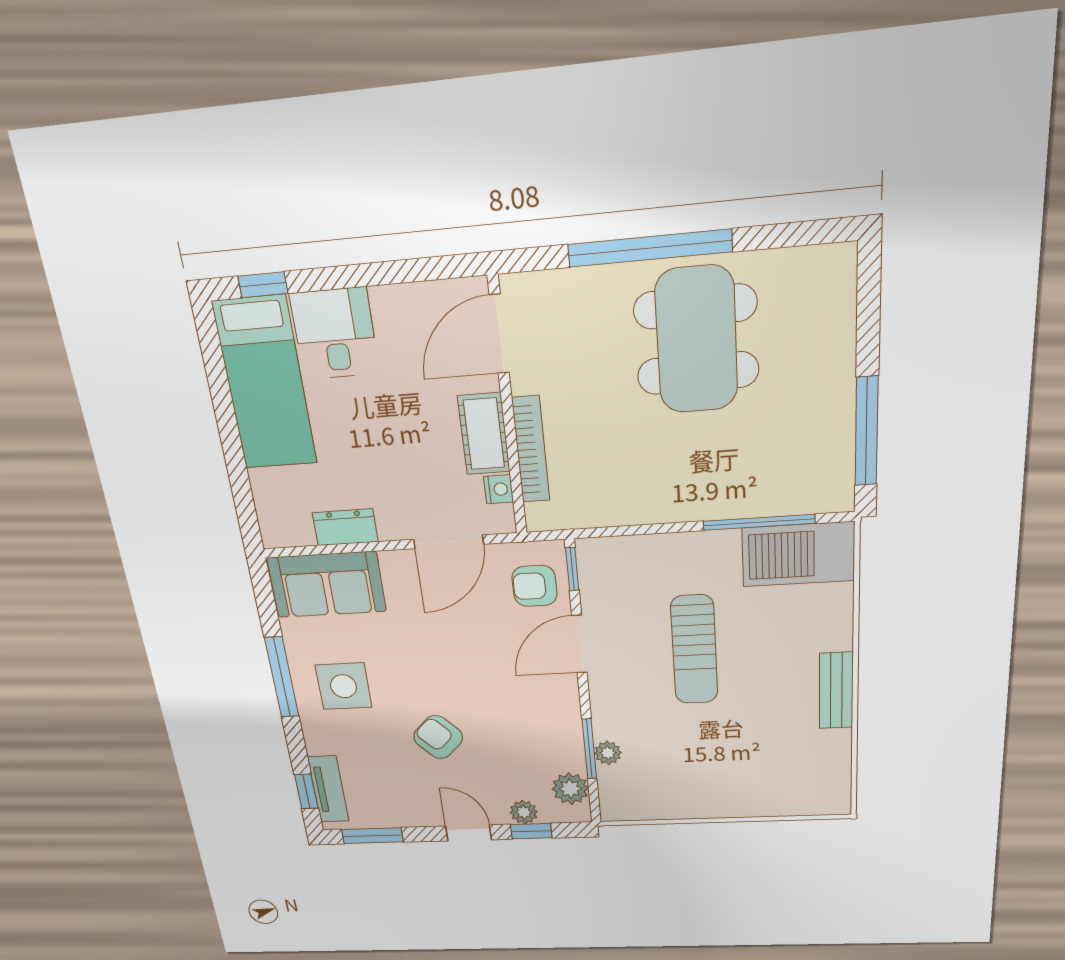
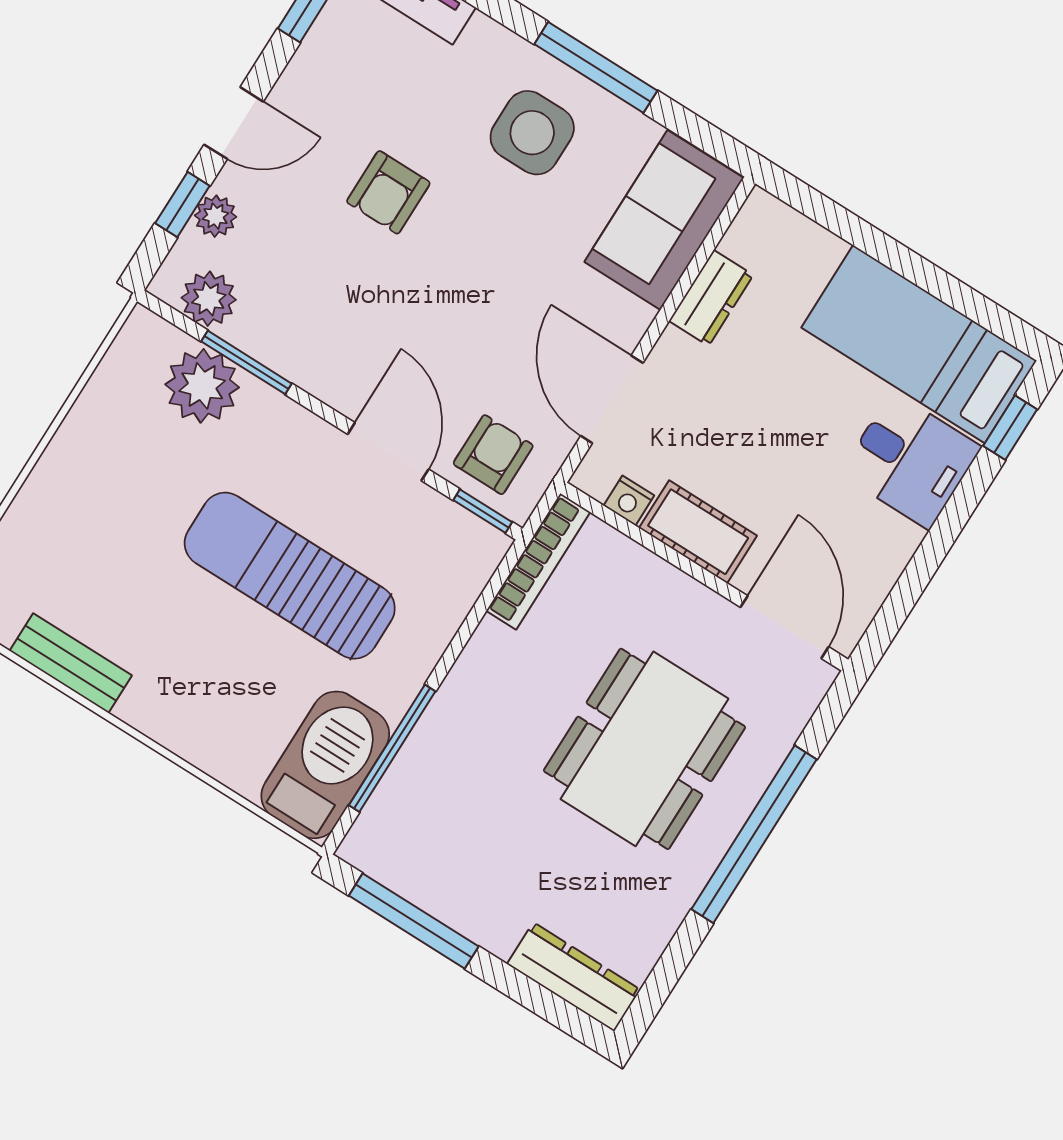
dresser: (836, 298) -> (574, 977), added
dining table: (696, 340) -> (644, 749), moved, turned 90
bookcase: (531, 449) -> (538, 561), moved, turned -90
sun lounger: (694, 650) -> (290, 576), width x1.36, depth x1.34
bench: (836, 691) -> (71, 663), moved
armchair: (438, 737) -> (388, 192), turned 135
plant: (608, 753) -> (202, 386), width x1.88, depth x1.88

